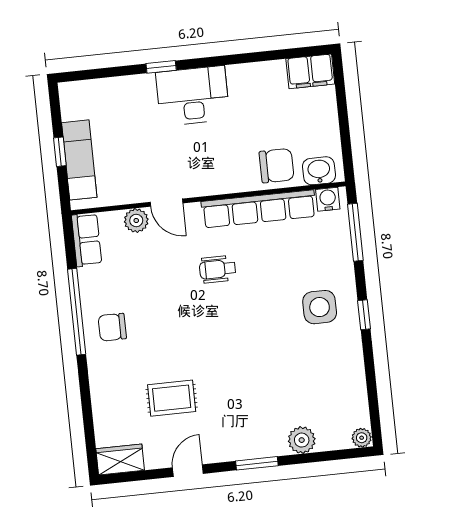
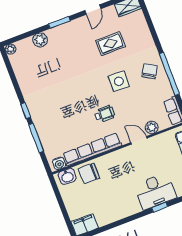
desk: (193, 96) -> (155, 191), moved
window: (355, 232) -> (36, 138), moved
side table: (320, 307) -> (119, 81), moved
chair: (112, 327) -> (149, 71), turned -60

